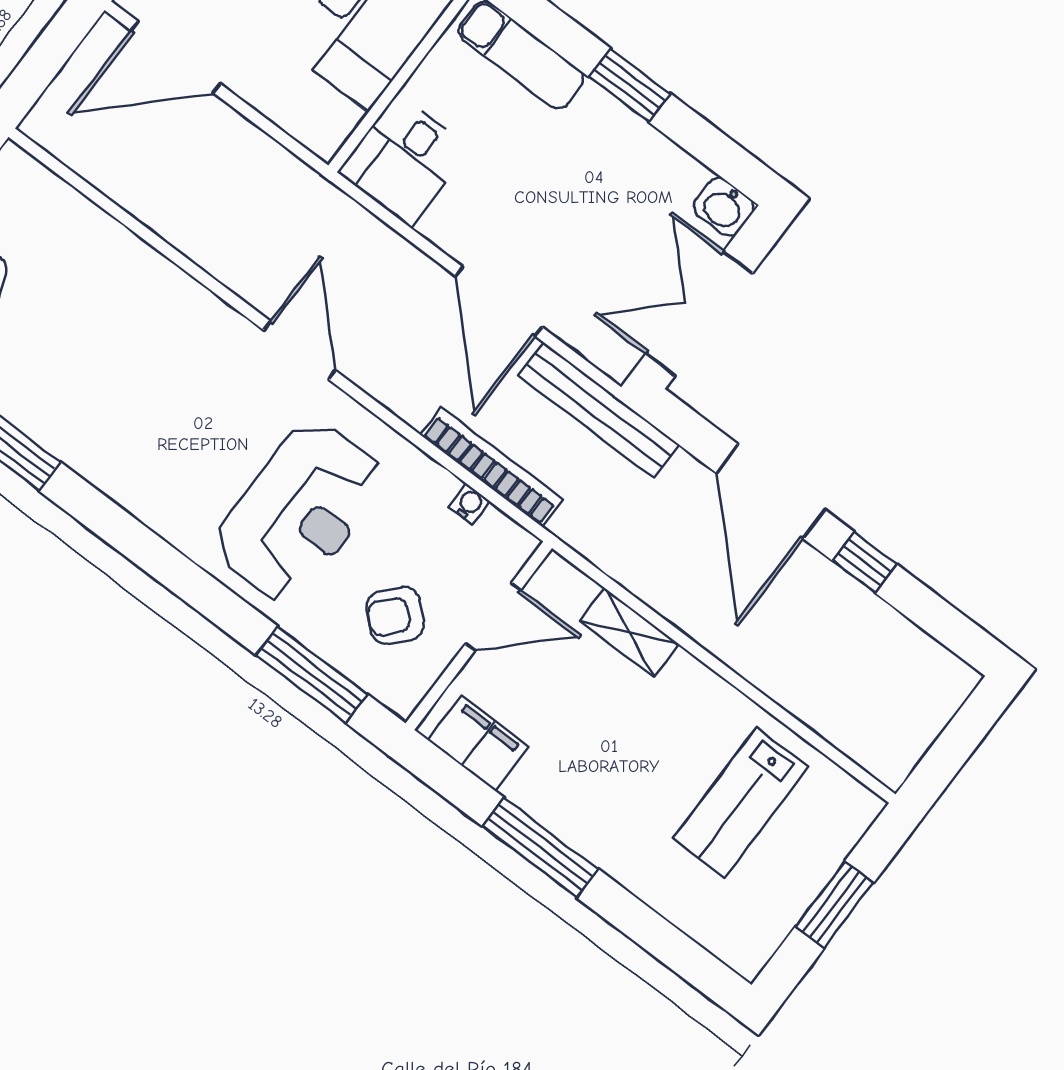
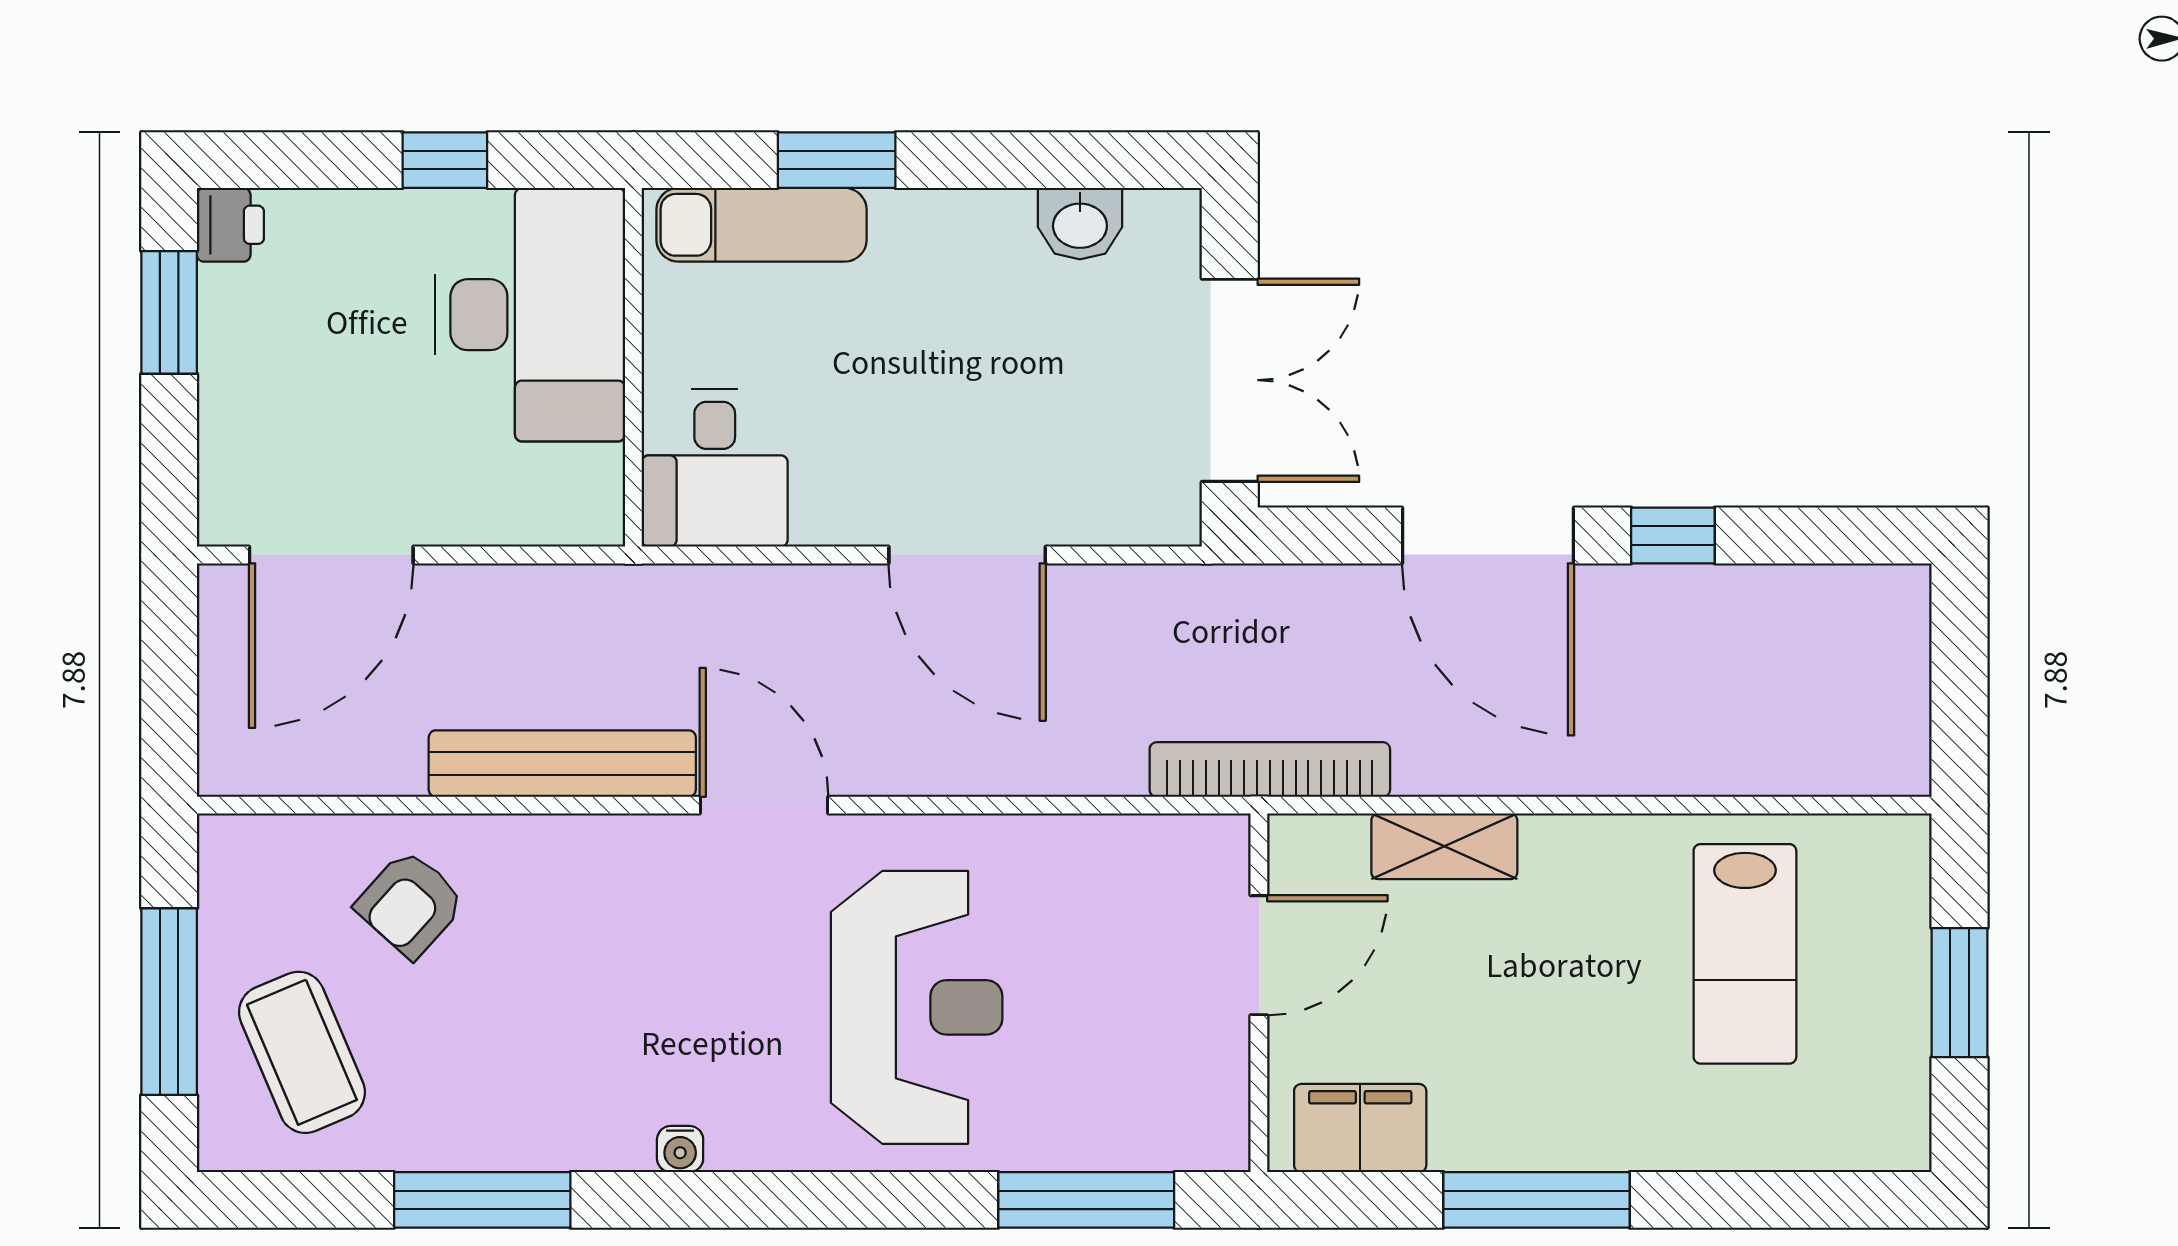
window: (630, 85) -> (837, 160), moved
washbasin: (724, 207) -> (1080, 224), moved
double door: (699, 313) -> (1230, 380), swing flipped
bench: (599, 410) -> (562, 764), moved
bookcase: (492, 467) -> (1270, 770), moved
water cooler: (469, 504) -> (680, 1149), moved, turned 180
armchair: (395, 616) -> (410, 904), moved

